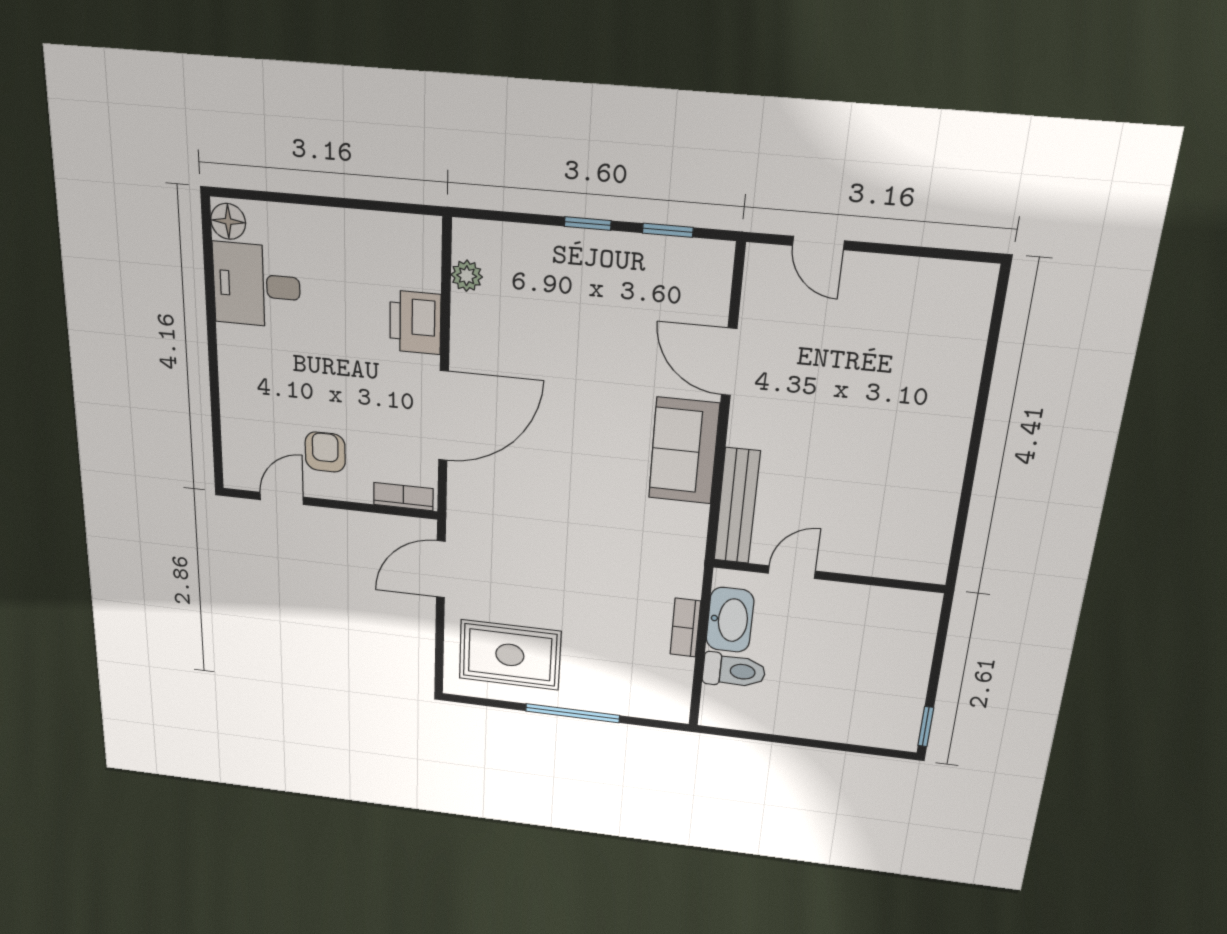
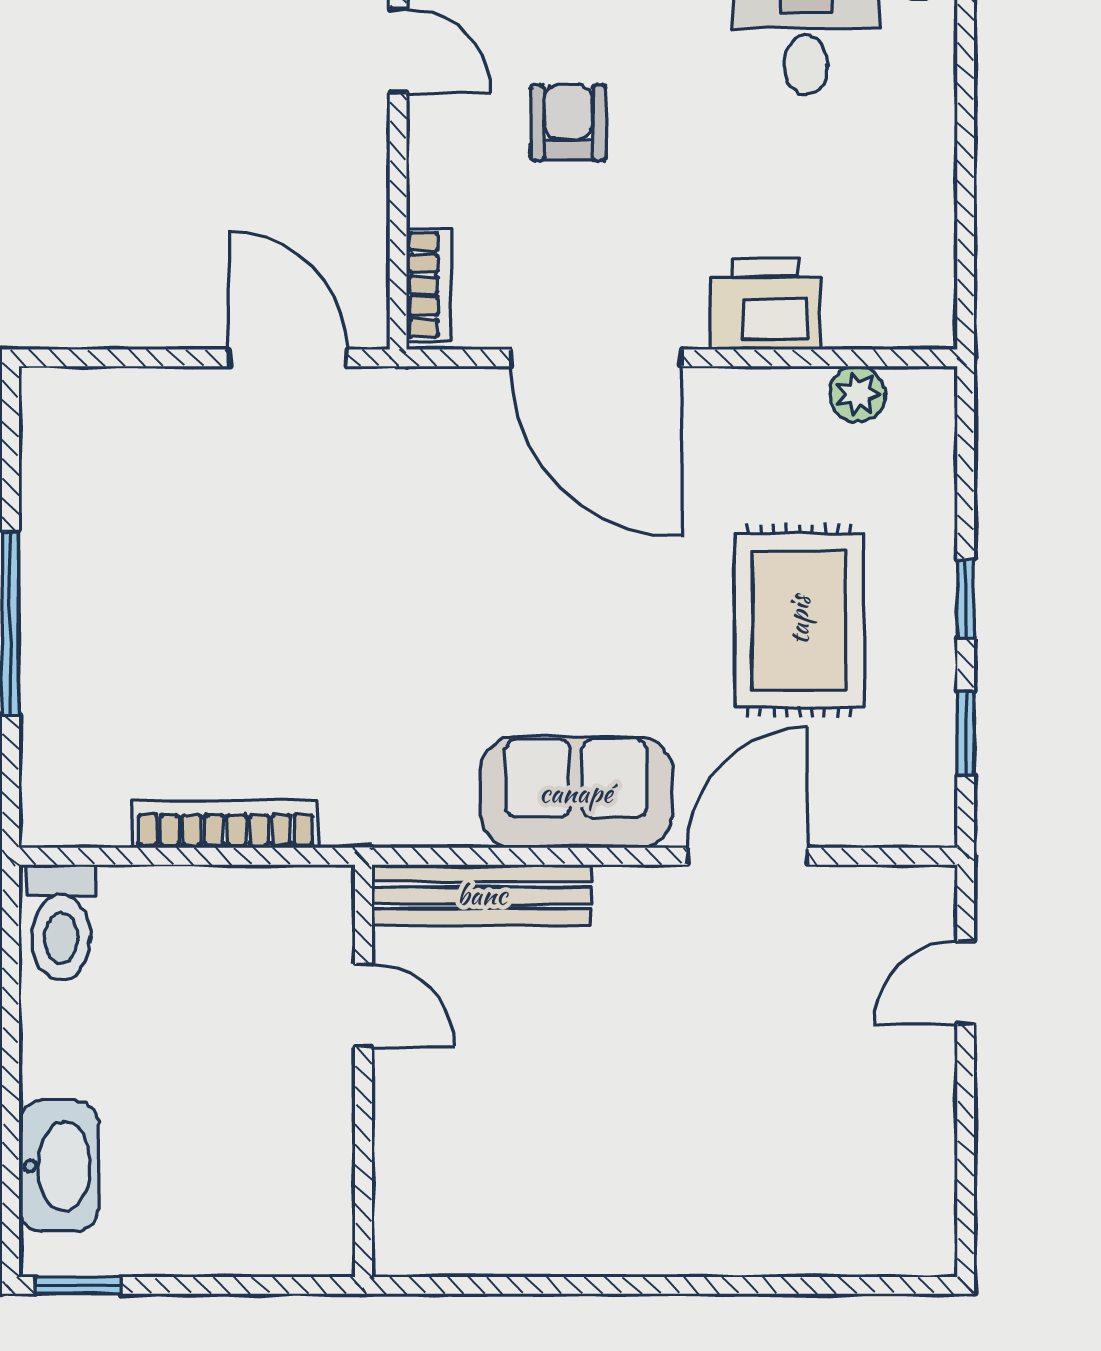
armchair: (325, 452) -> (568, 123), moved, turned -90
washbasin: (730, 620) -> (59, 1166), moved, turned -90
bookcase: (685, 628) -> (225, 824), width x1.56
rug: (510, 655) -> (799, 620), moved
toilet: (734, 671) -> (61, 922), moved

